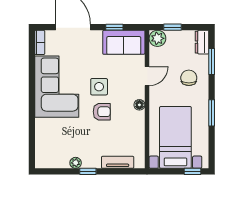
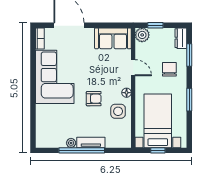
window: (114, 27) -> (105, 25), removed
door: (147, 76) -> (133, 68), hinge flipped
side table: (99, 87) -> (118, 111), moved
tv unit: (118, 162) -> (91, 143), moved
window: (88, 171) -> (82, 150), width x3.17
window: (192, 171) -> (158, 150), moved

